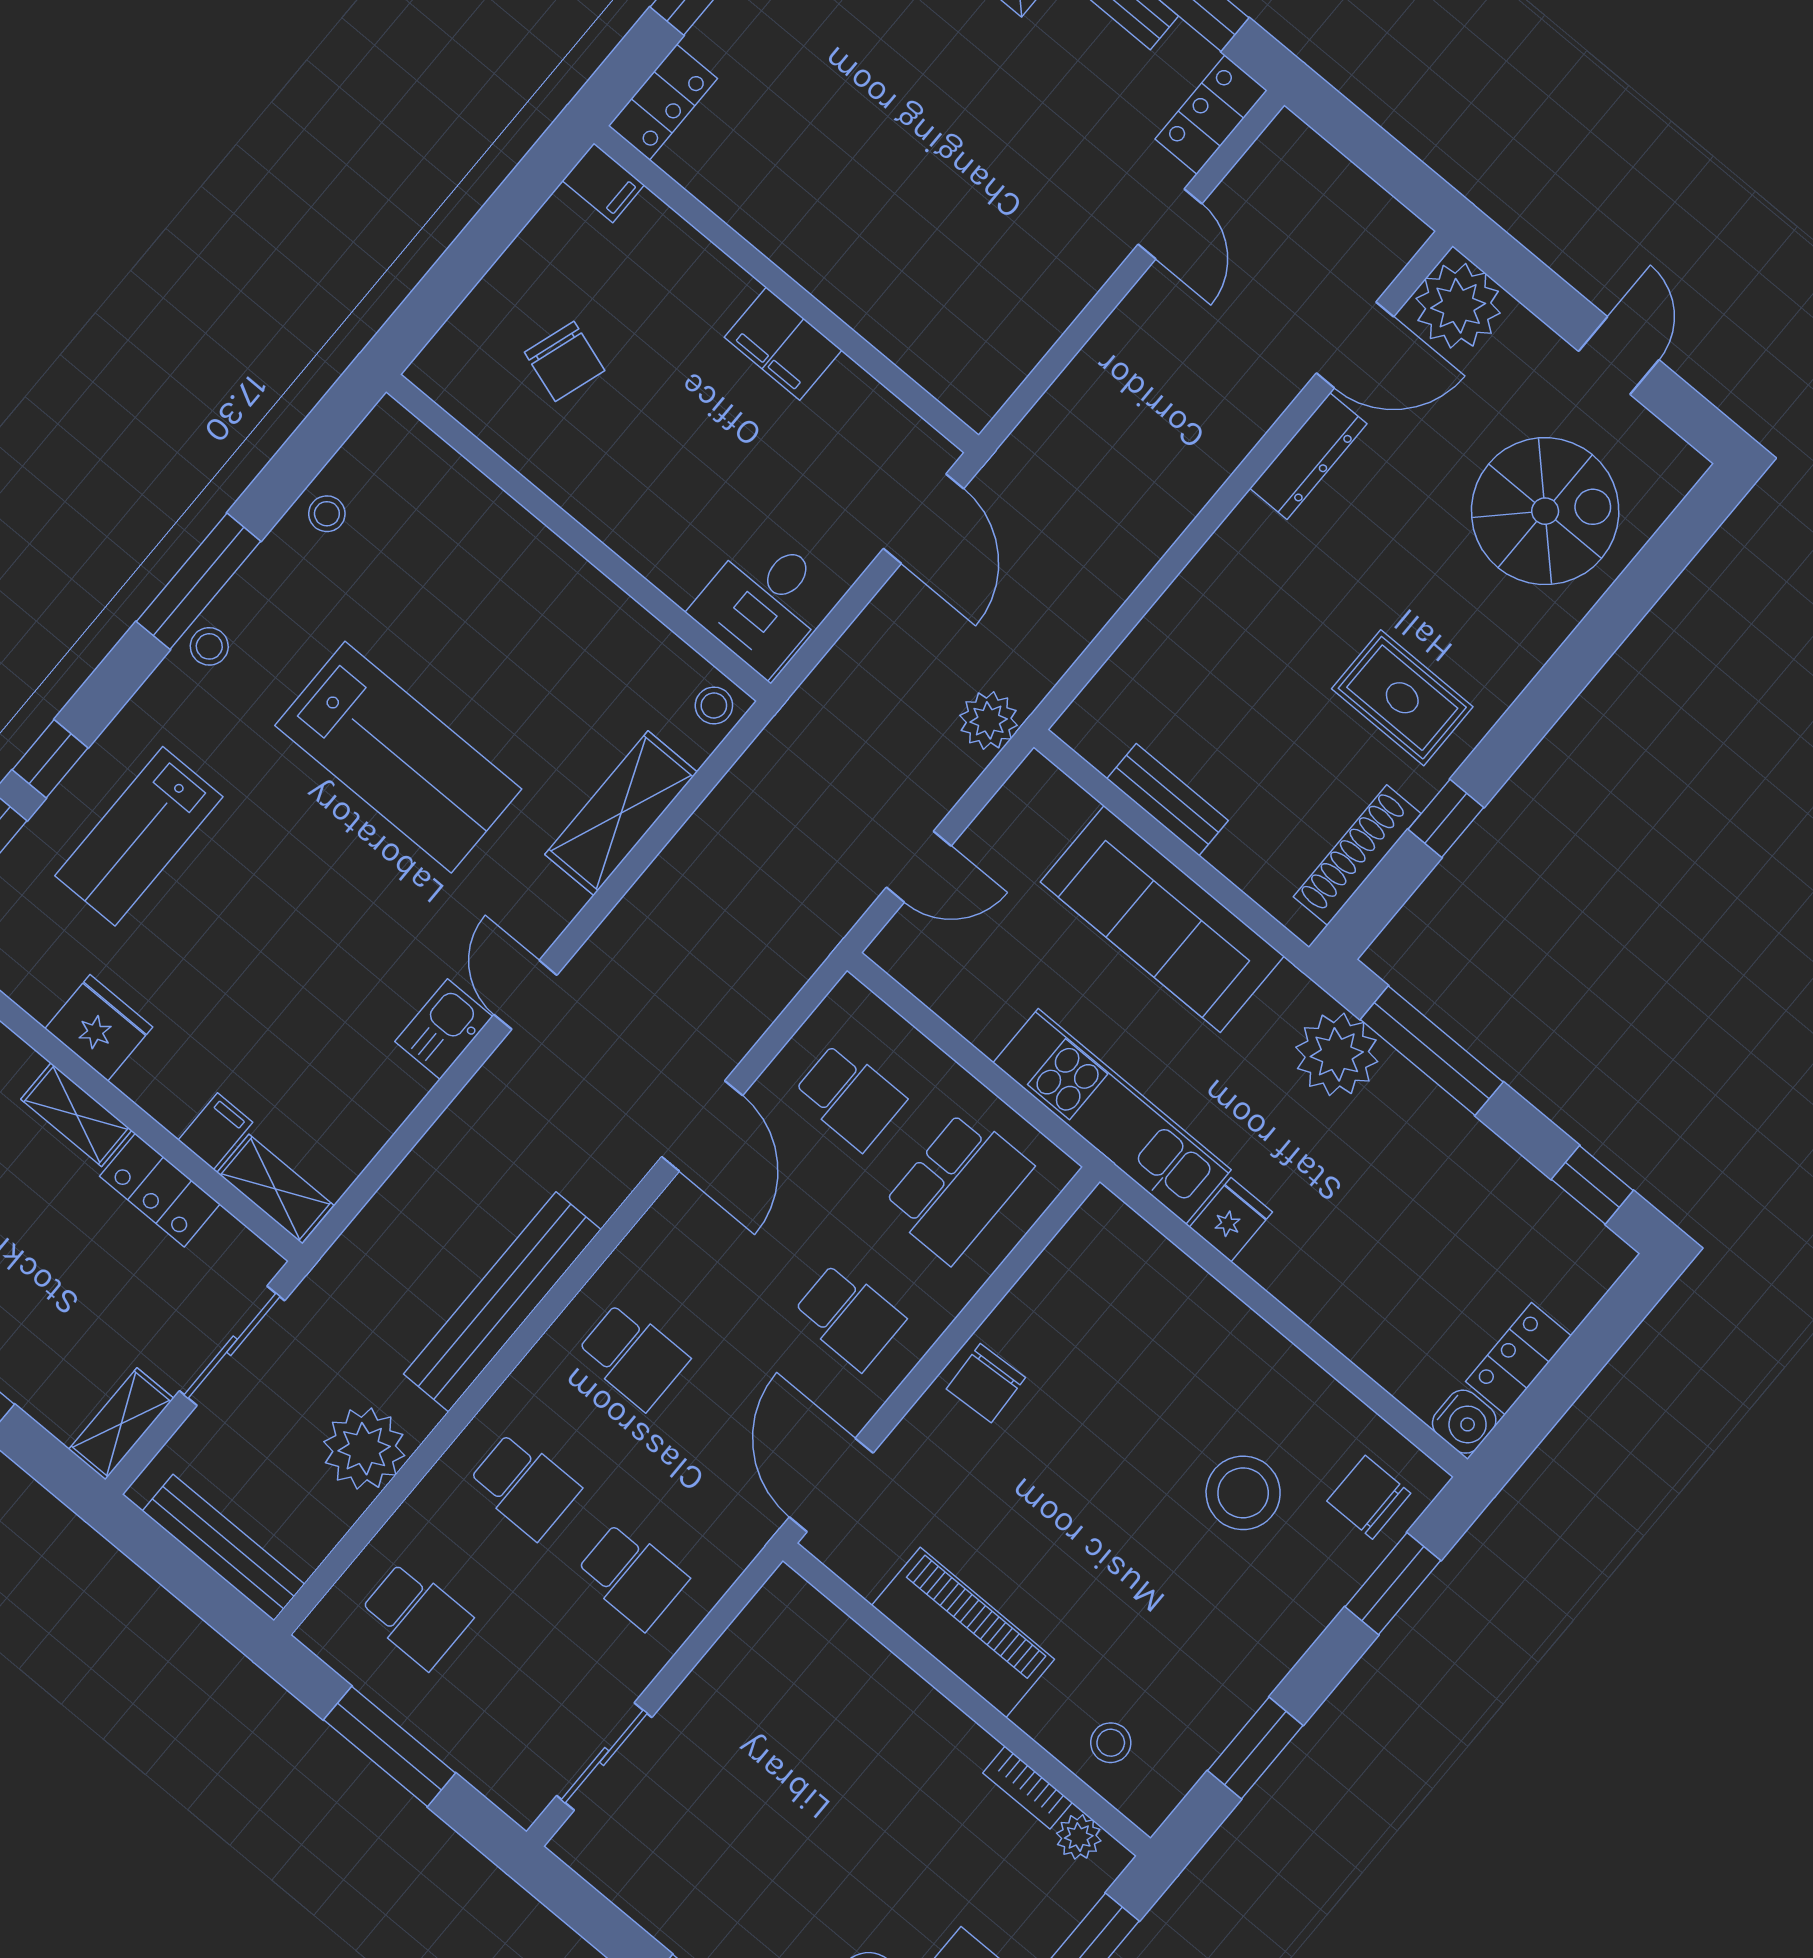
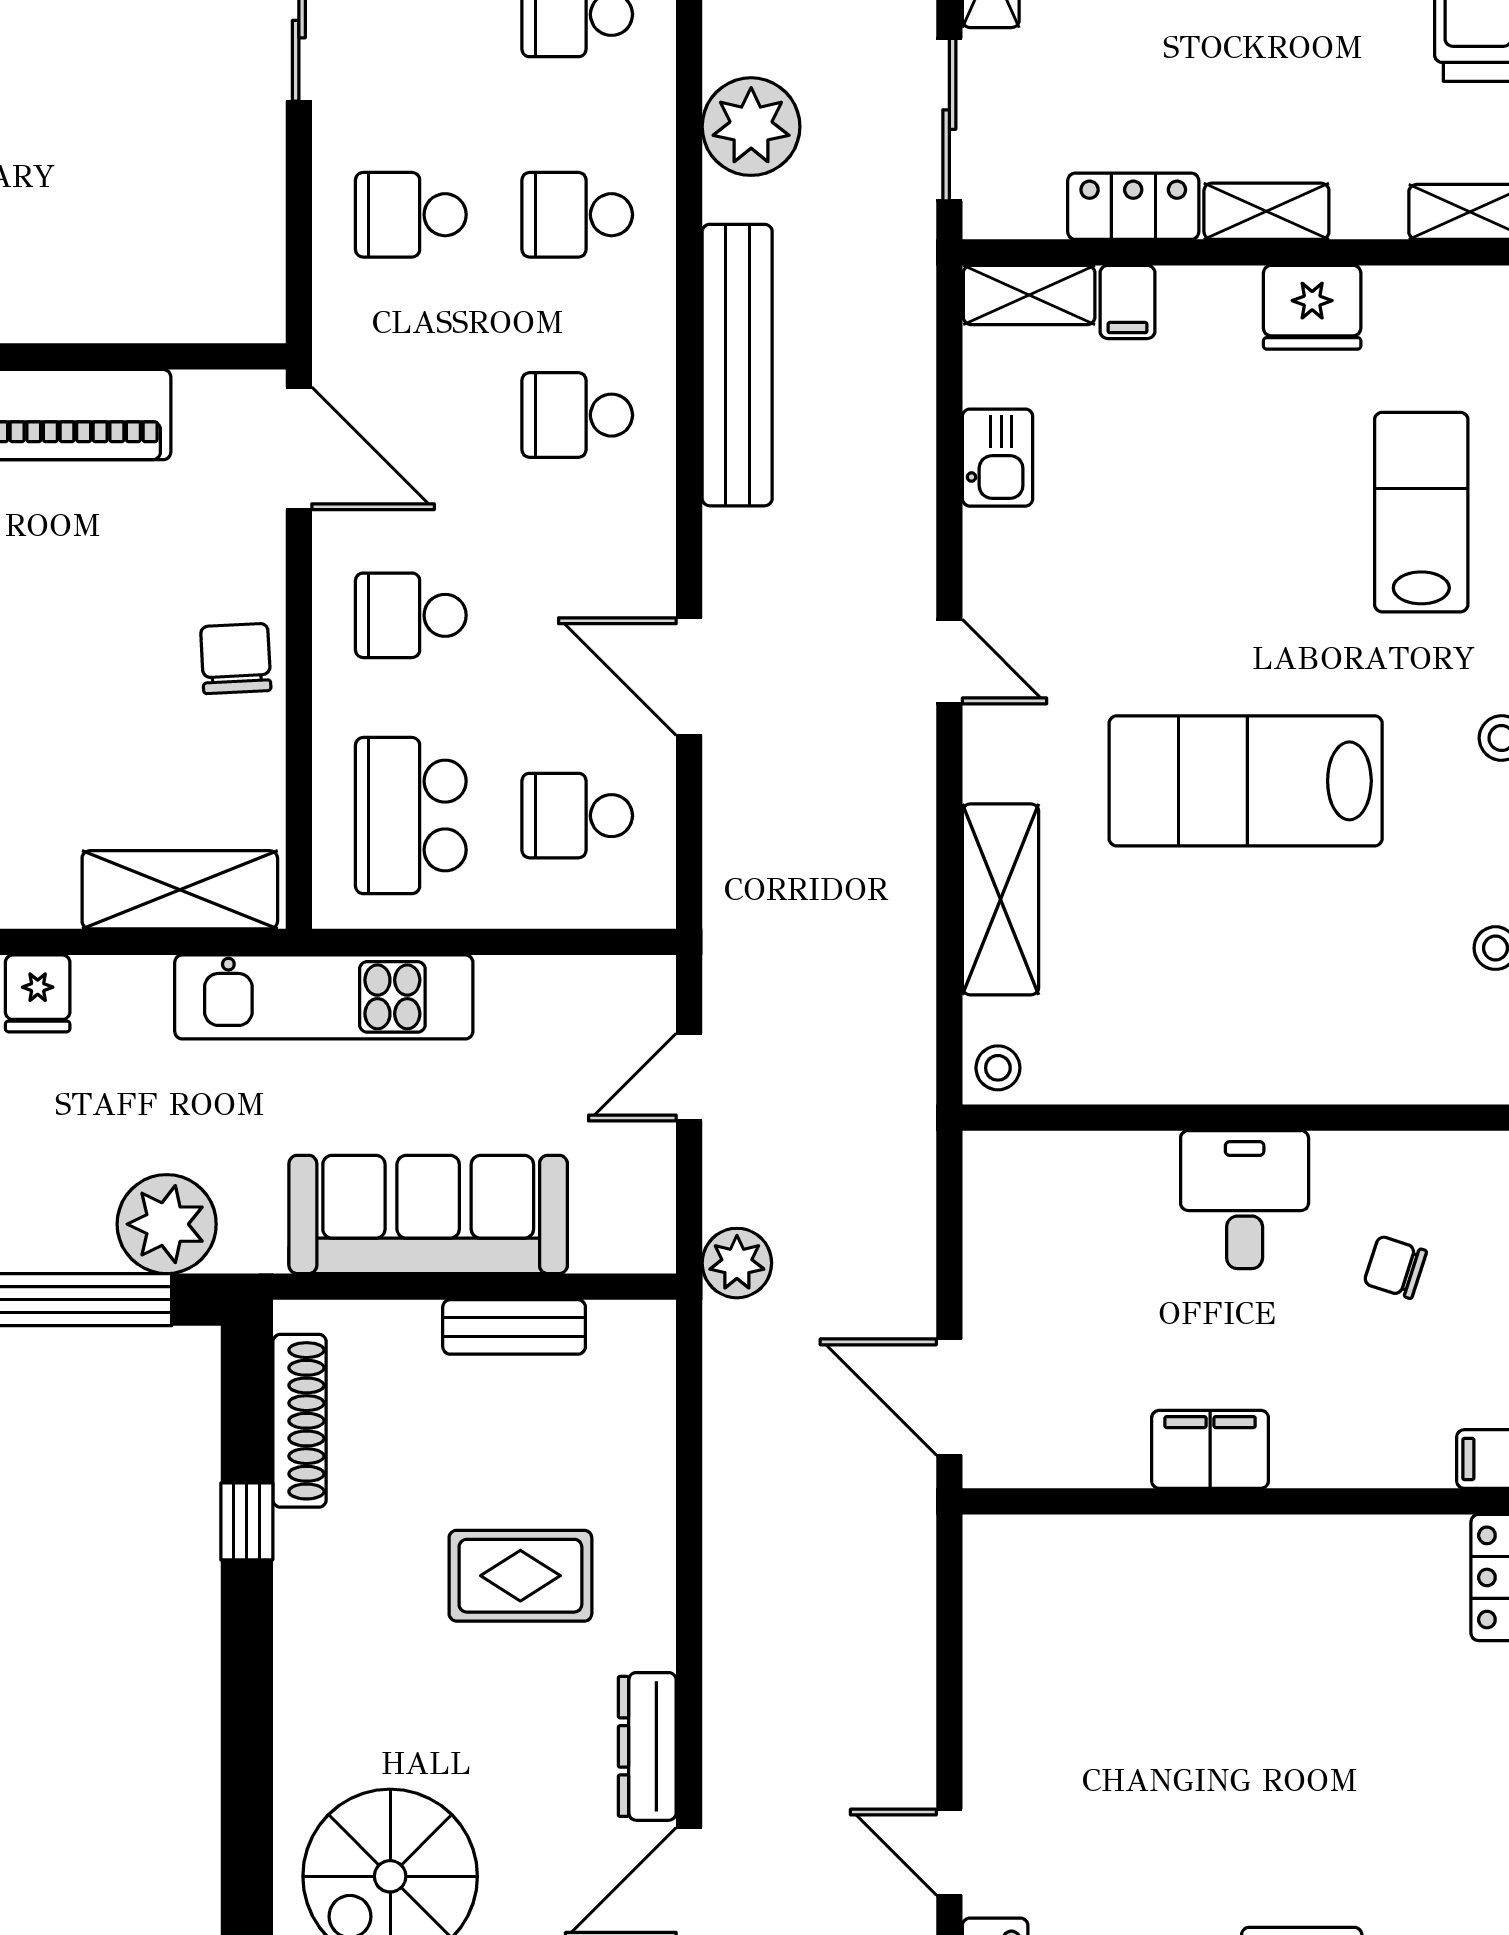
chair: (565, 361) -> (1395, 1267), width x0.73, depth x0.73
desk: (764, 602) -> (1245, 1200), moved
rug: (1402, 698) -> (520, 1576), moved
kitchen sink: (444, 1029) -> (998, 458), moved
fridge: (1231, 1220) -> (38, 993), moved
shelving: (1147, 1264) -> (180, 890), added

